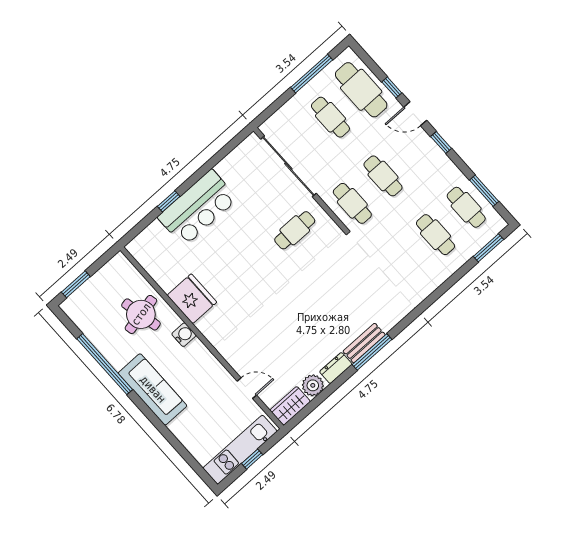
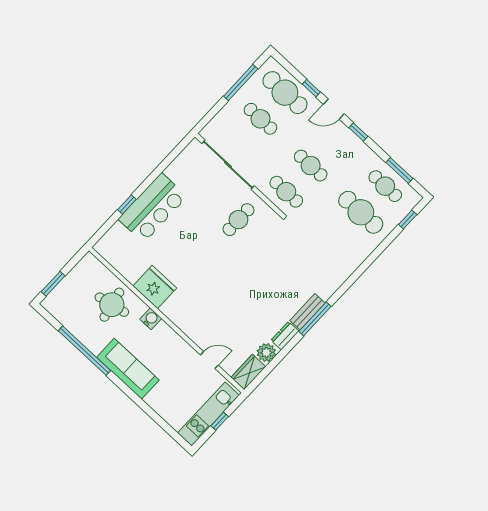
cafe table: (435, 235) -> (361, 212), width x1.37, depth x1.35
window: (488, 248) -> (408, 220), width x0.67

